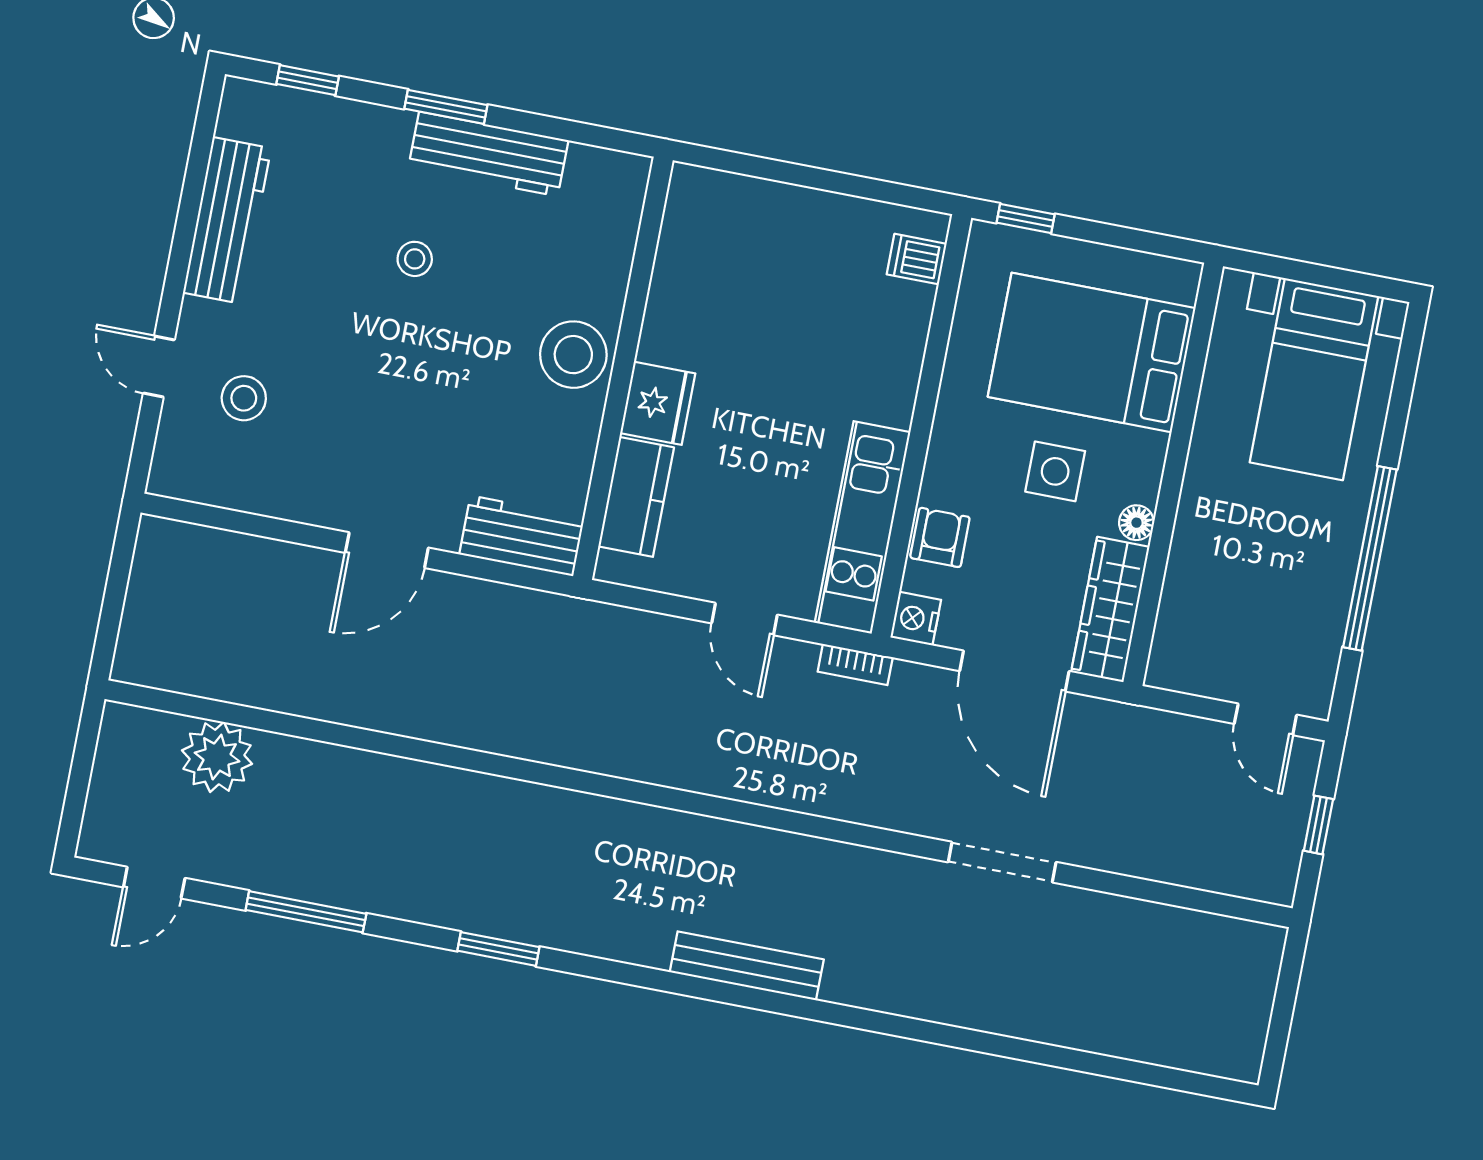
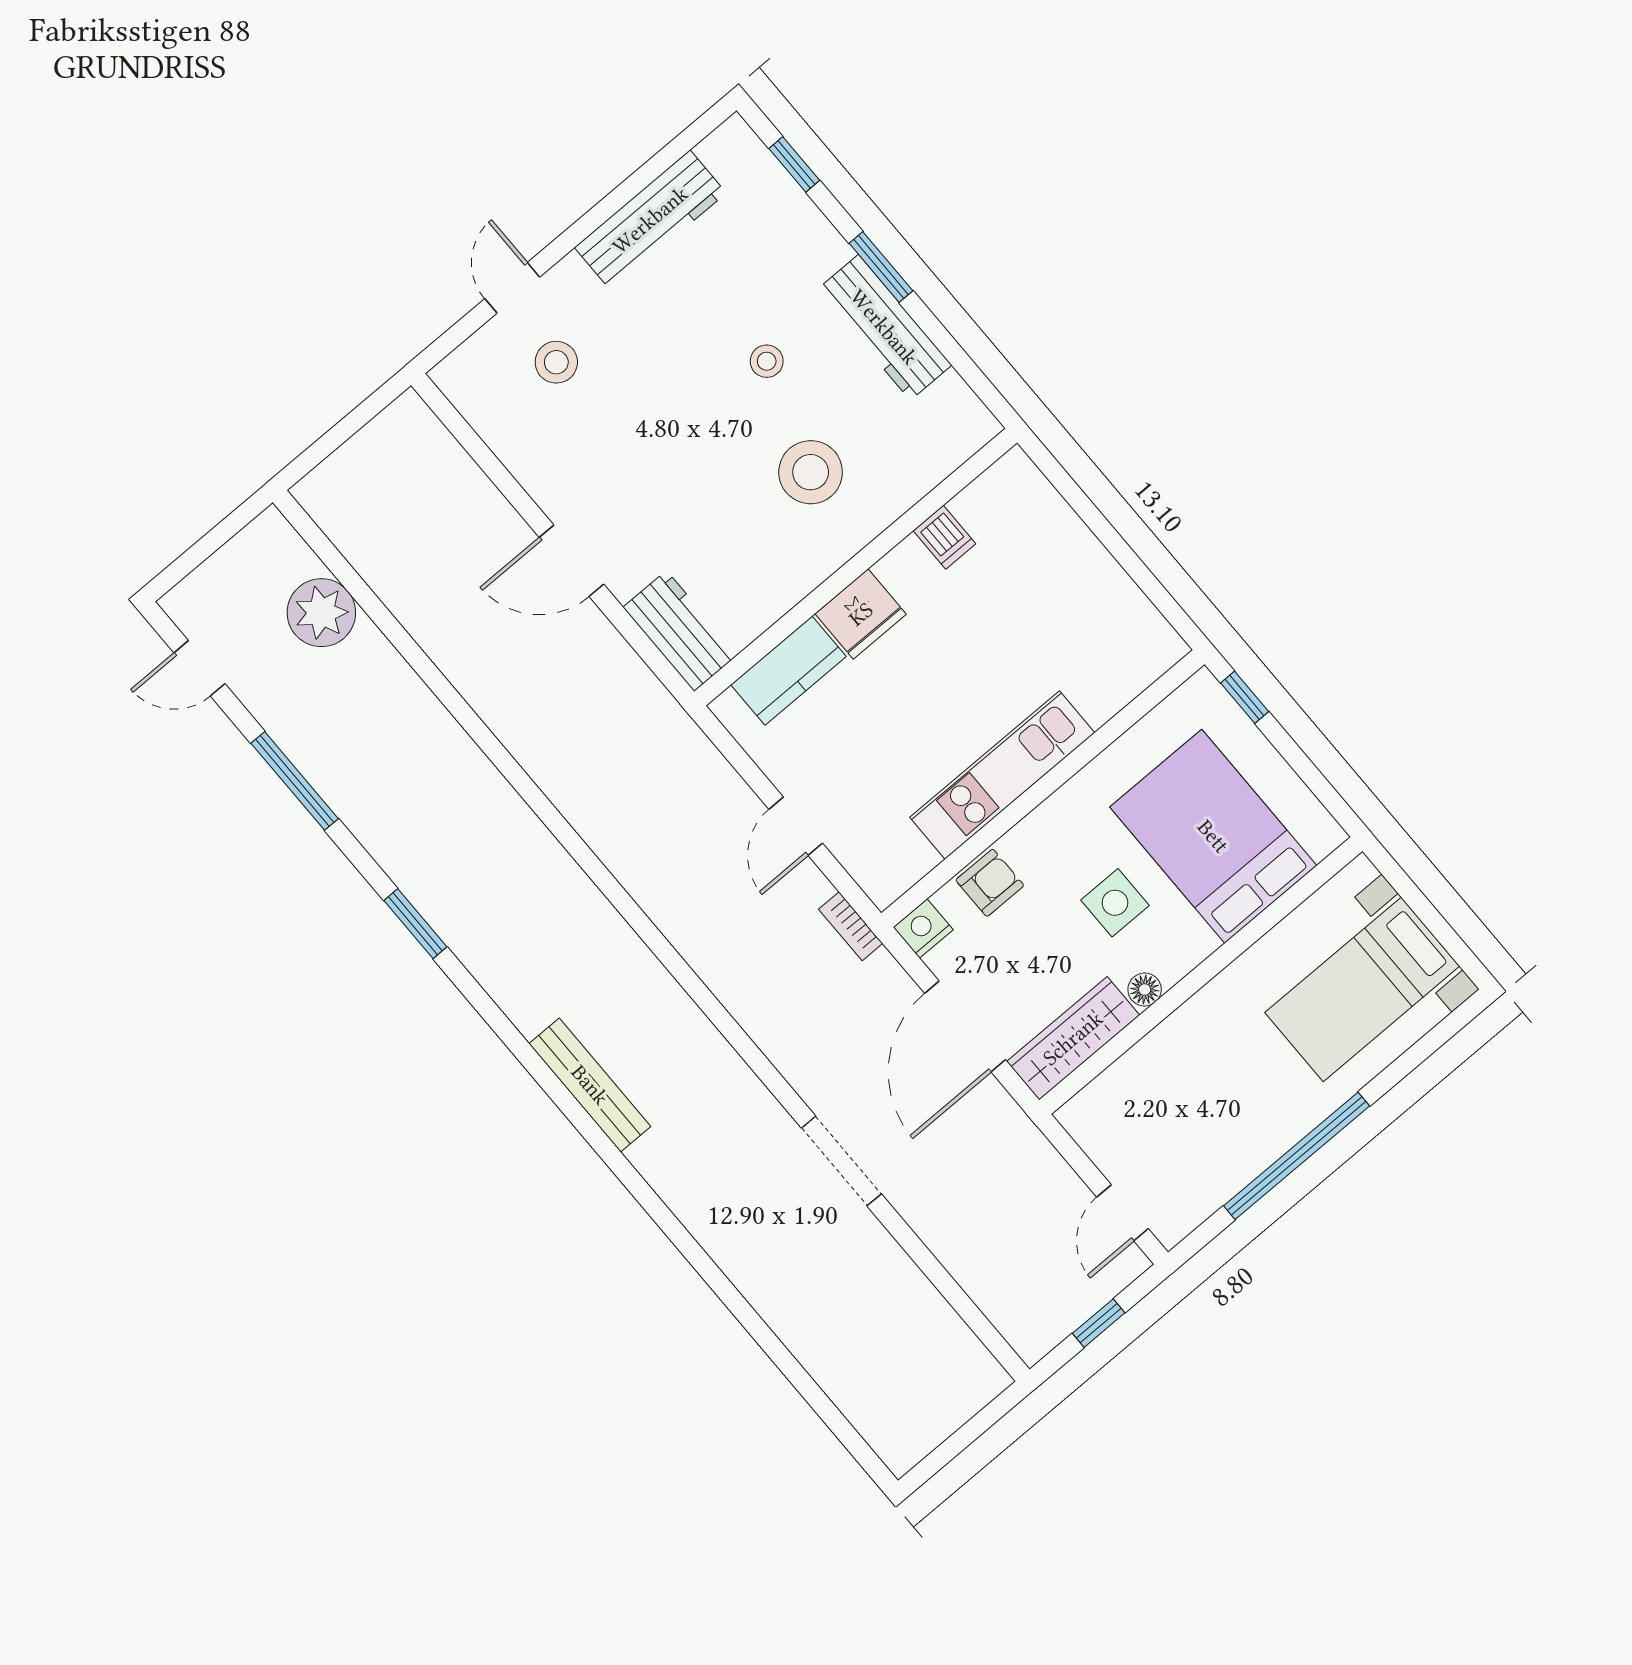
dishwasher: (917, 259) -> (944, 537), moved, turned 180
stool: (573, 355) -> (811, 472), moved
kitchen unit: (863, 527) -> (1002, 775), moved

